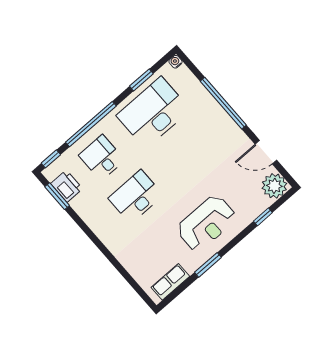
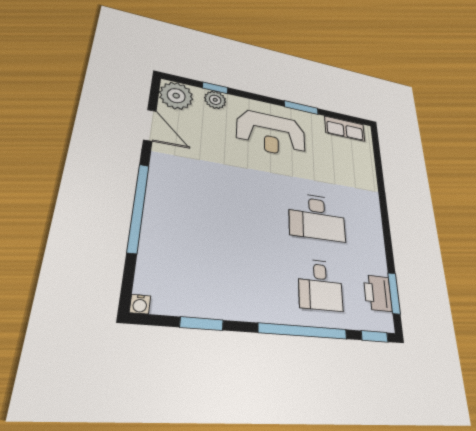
desk: (153, 113) -> (224, 275), removed
plant: (255, 209) -> (215, 100), added
reception desk: (206, 223) -> (271, 134), turned 180

